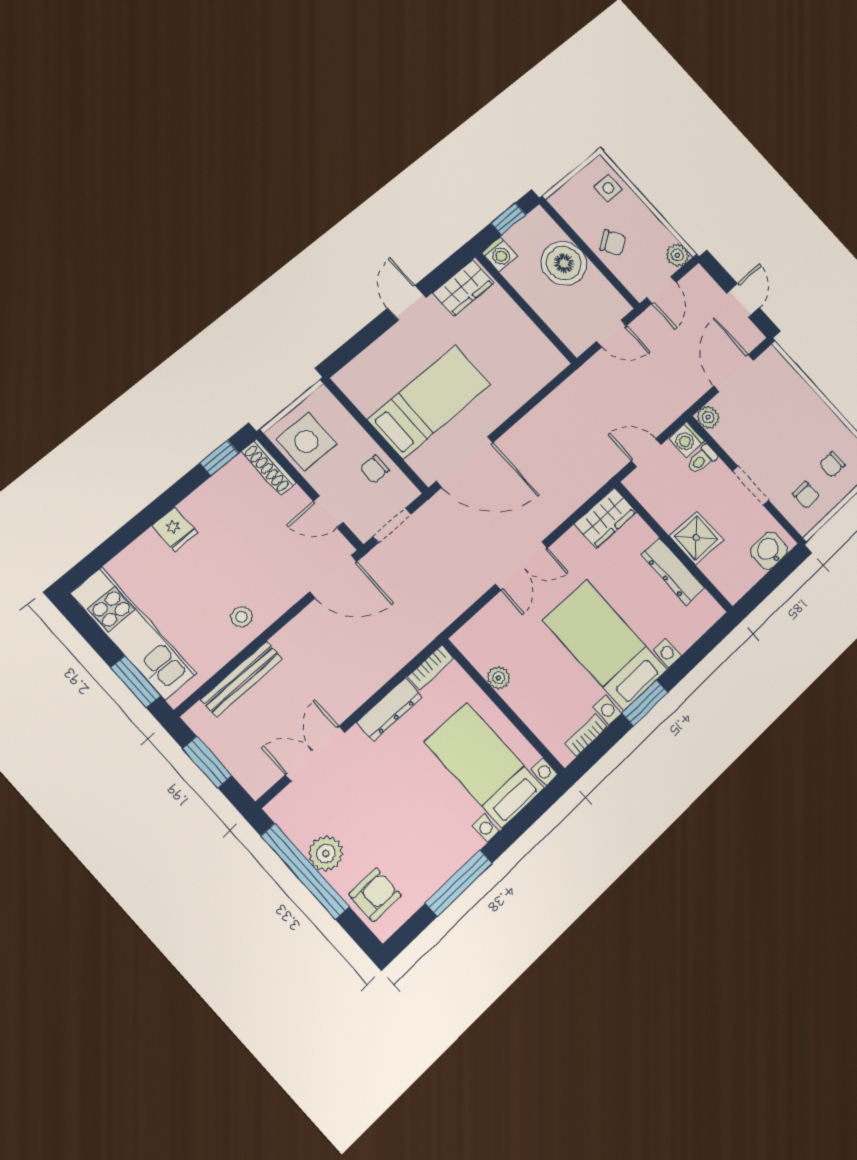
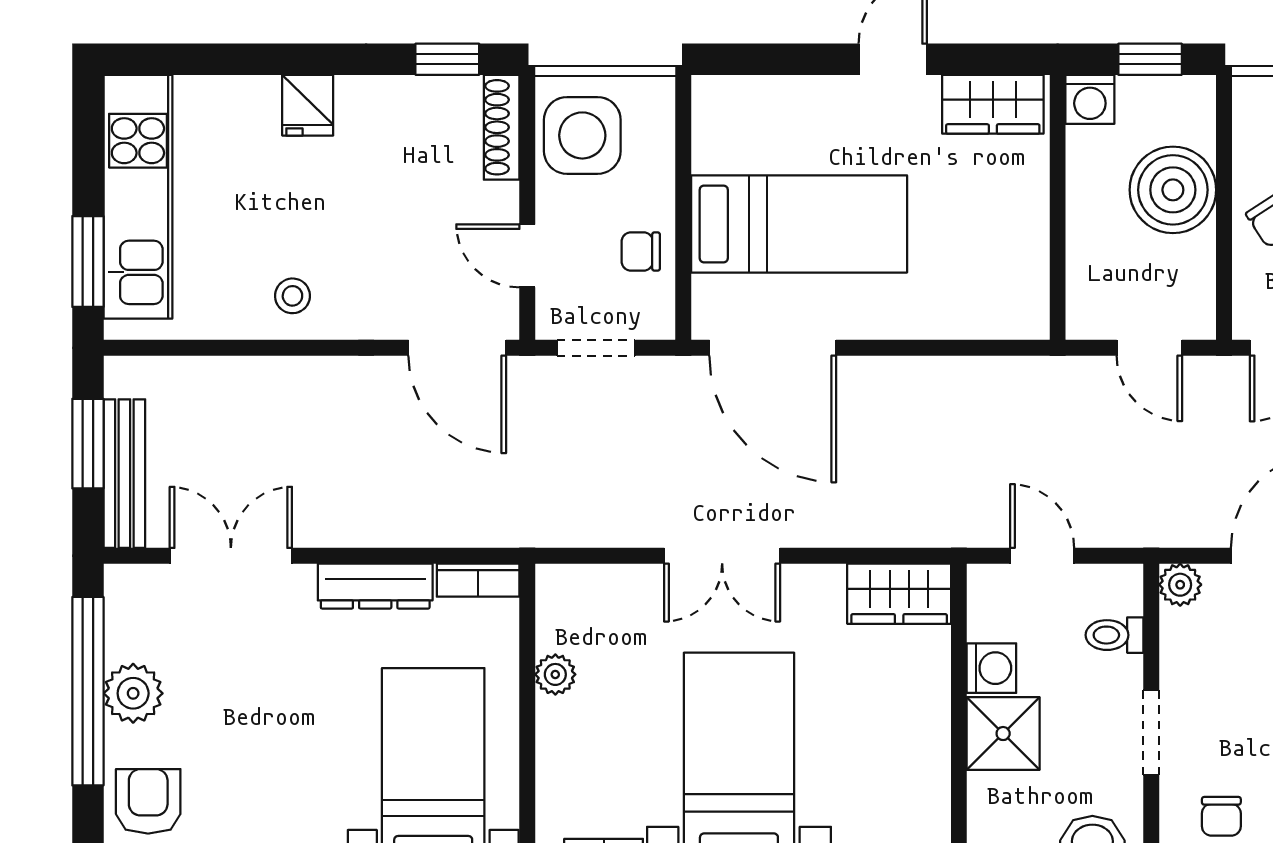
washing machine: (687, 440) -> (991, 668), moved, turned 180
dresser: (673, 571) -> (927, 748), removed
bench: (242, 679) -> (124, 474), moved, turned 90
armchair: (375, 895) -> (148, 801), turned -90

